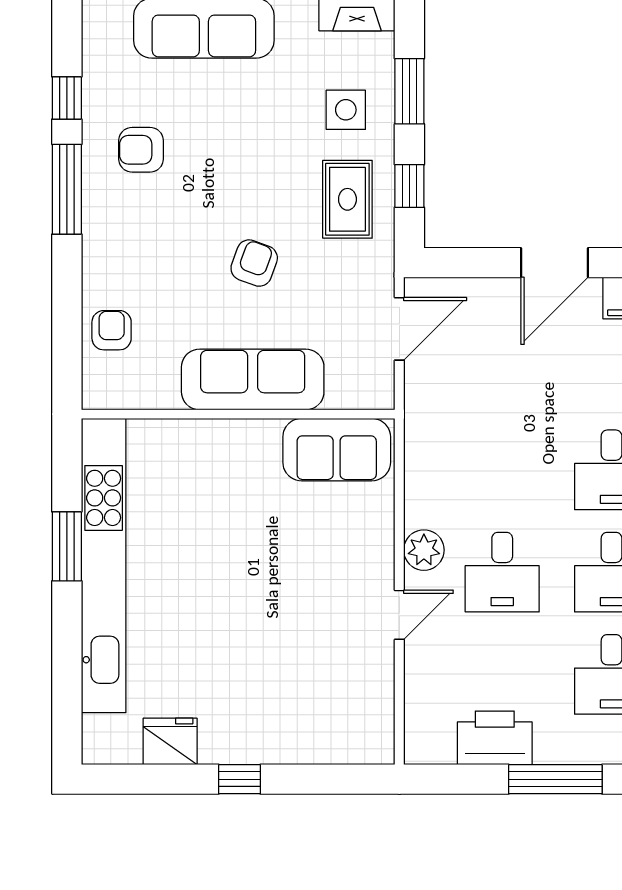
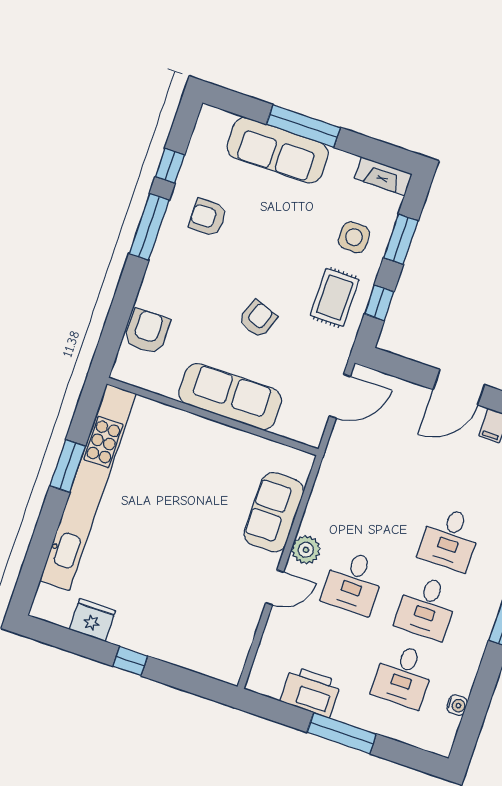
armchair: (112, 330) -> (147, 331), width x1.38, depth x1.38
sofa: (337, 450) -> (274, 512), moved, turned 90

